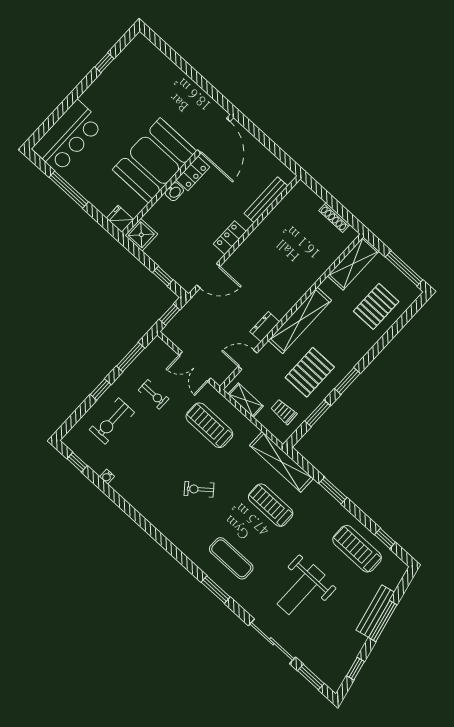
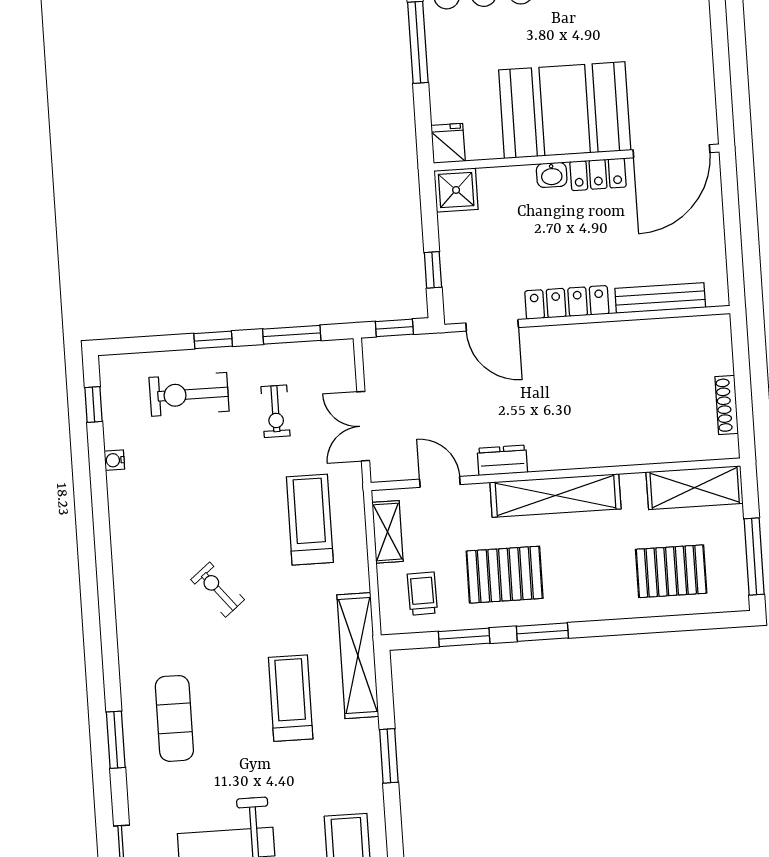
locker: (230, 238) -> (567, 302), width x1.53

